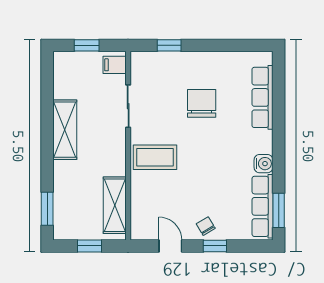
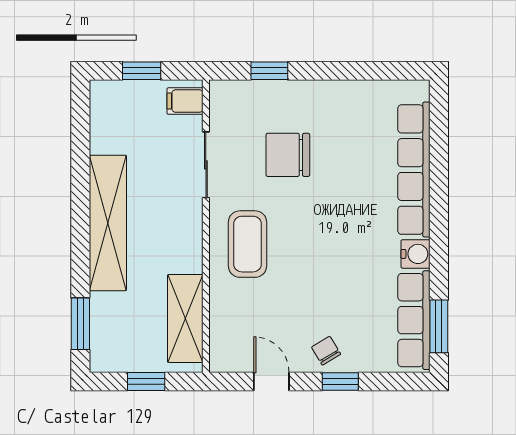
row of seats: (262, 97) -> (414, 170), width x1.36
chair: (202, 103) -> (288, 155), moved, turned -90
shelving: (65, 130) -> (108, 223), width x1.47
coffee table: (155, 157) -> (248, 244), turned 90

